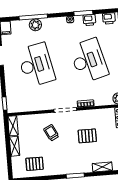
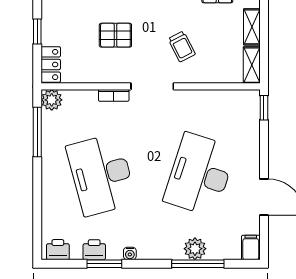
desk: (36, 65) -> (200, 175), turned 30

